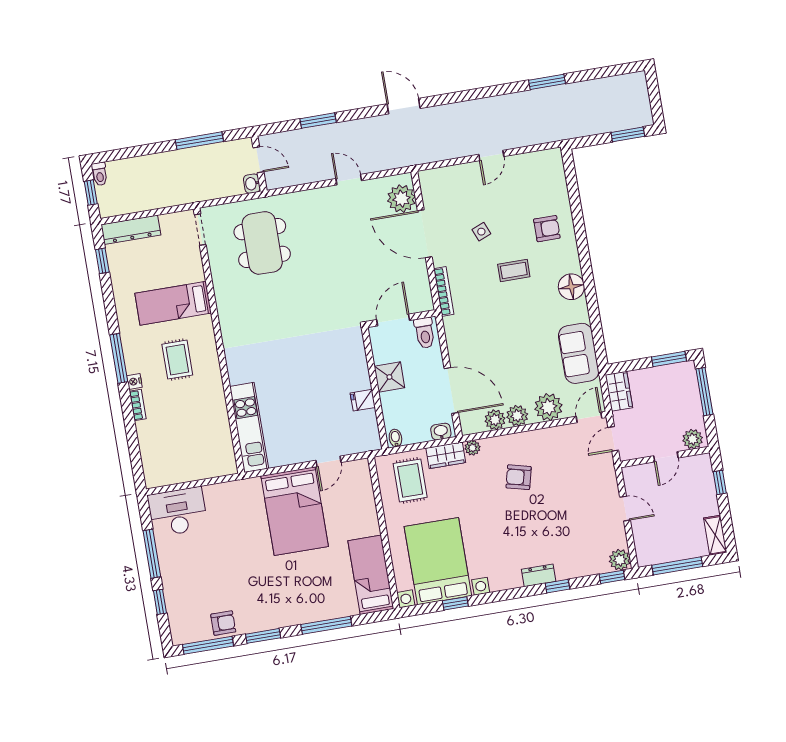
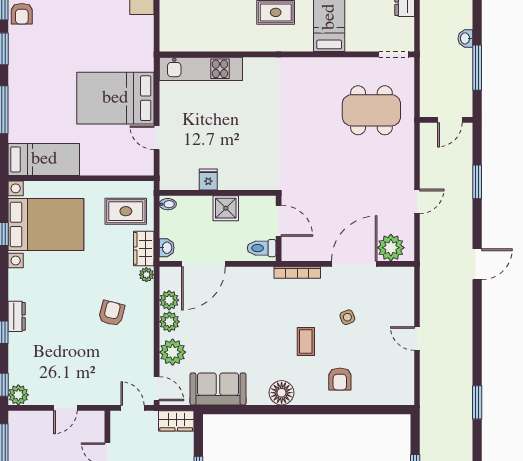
washbasin: (252, 184) -> (465, 38), moved, turned -90

